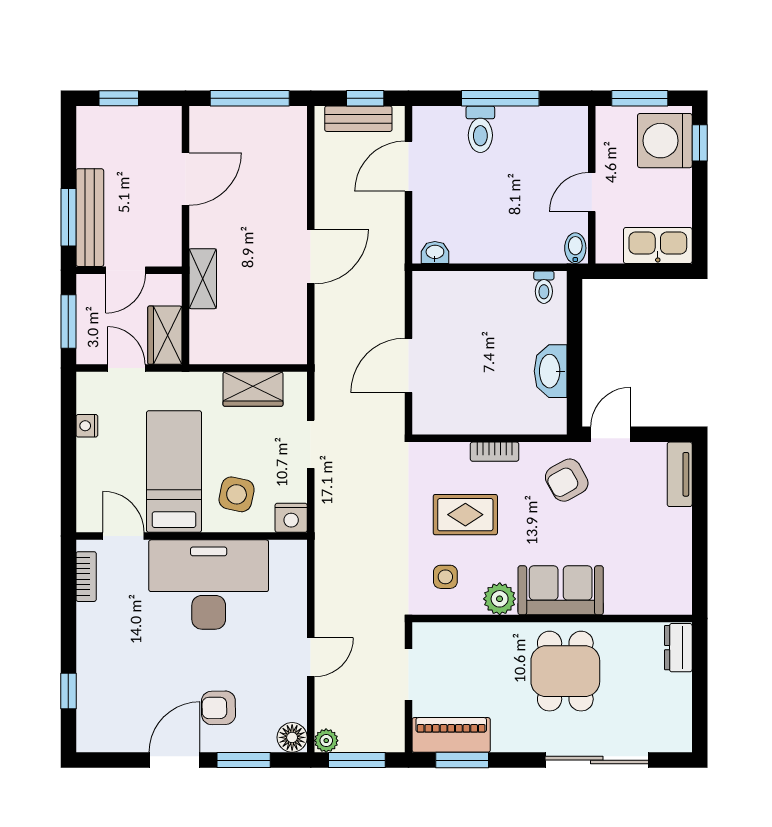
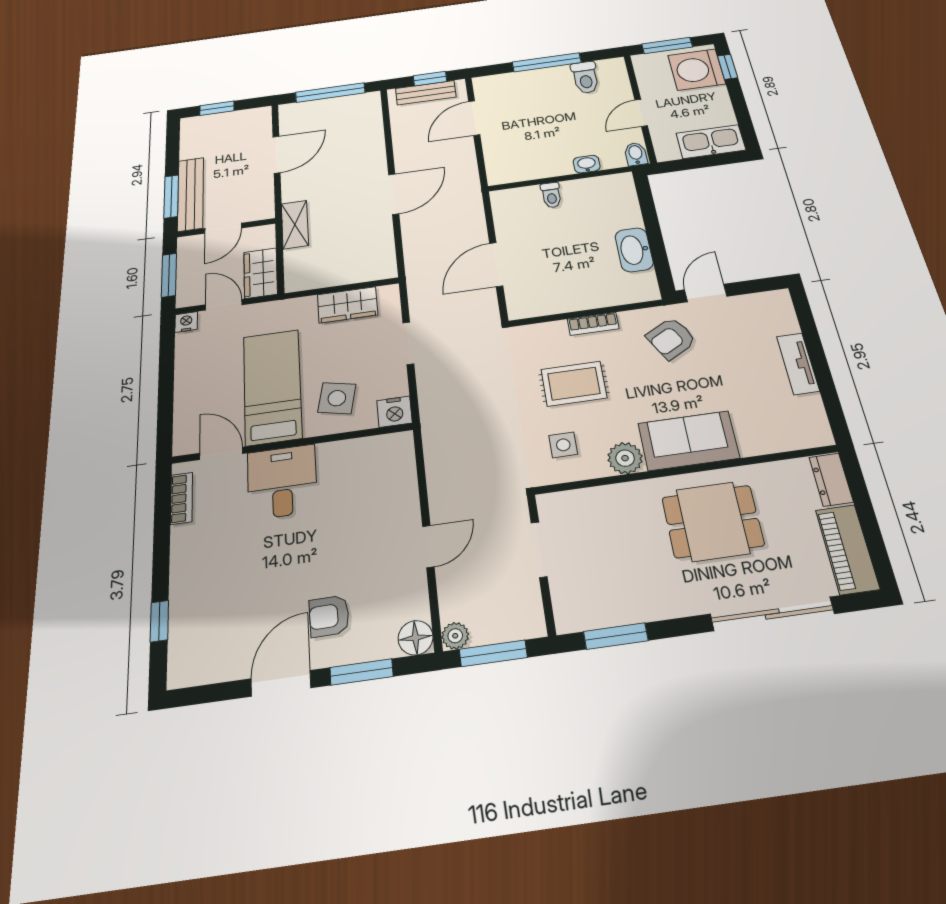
toilet: (480, 129) -> (585, 77), moved
washbasin: (435, 253) -> (587, 164), moved
toilet: (544, 287) -> (551, 195), moved
nightstand: (87, 426) -> (186, 322), moved, turned 90
tv unit: (680, 474) -> (798, 364), moved
desk: (209, 585) -> (282, 482), width x0.53, depth x0.77
dining table: (565, 671) -> (713, 521), turned 90
piano: (451, 735) -> (847, 549), moved, turned -90

